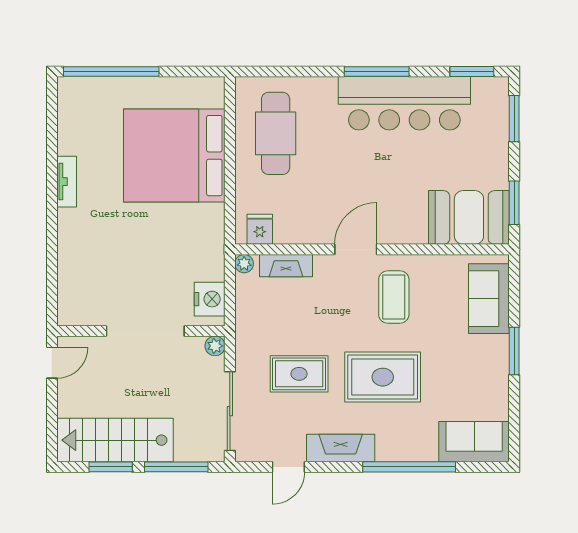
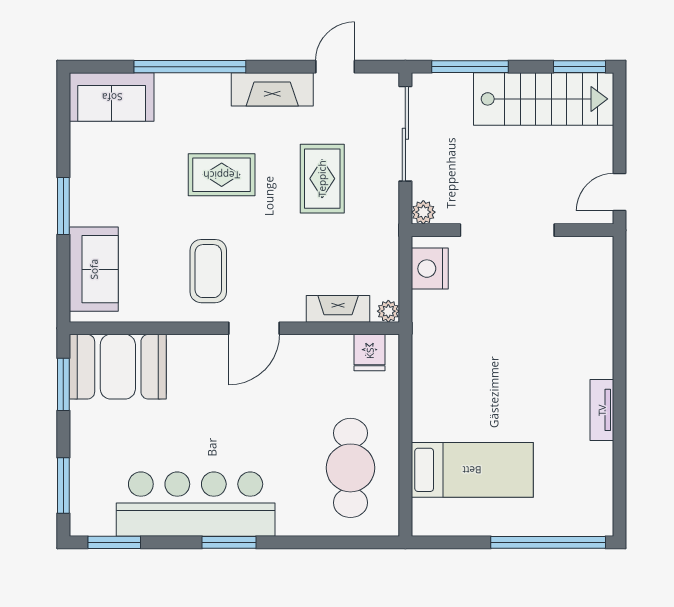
window: (377, 71) -> (229, 542), width x0.69
bed: (174, 156) -> (472, 470), width x0.49
rug: (299, 374) -> (322, 179), turned 90
rug: (383, 377) -> (222, 175), width x0.73, depth x0.70
window: (111, 467) -> (580, 67), moved

